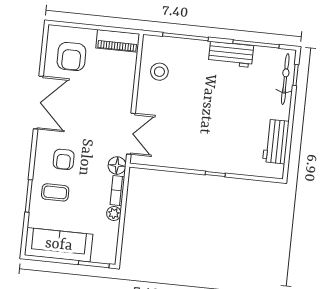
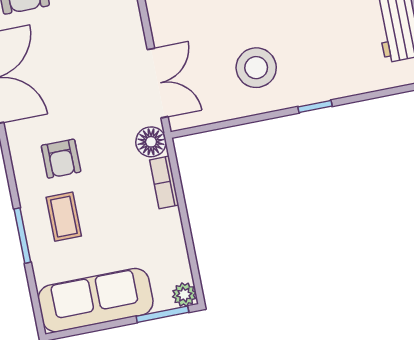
stool: (189, 142) -> (256, 68), added
coffee table: (55, 192) -> (64, 217), turned 90
plant: (114, 213) -> (184, 295), moved

